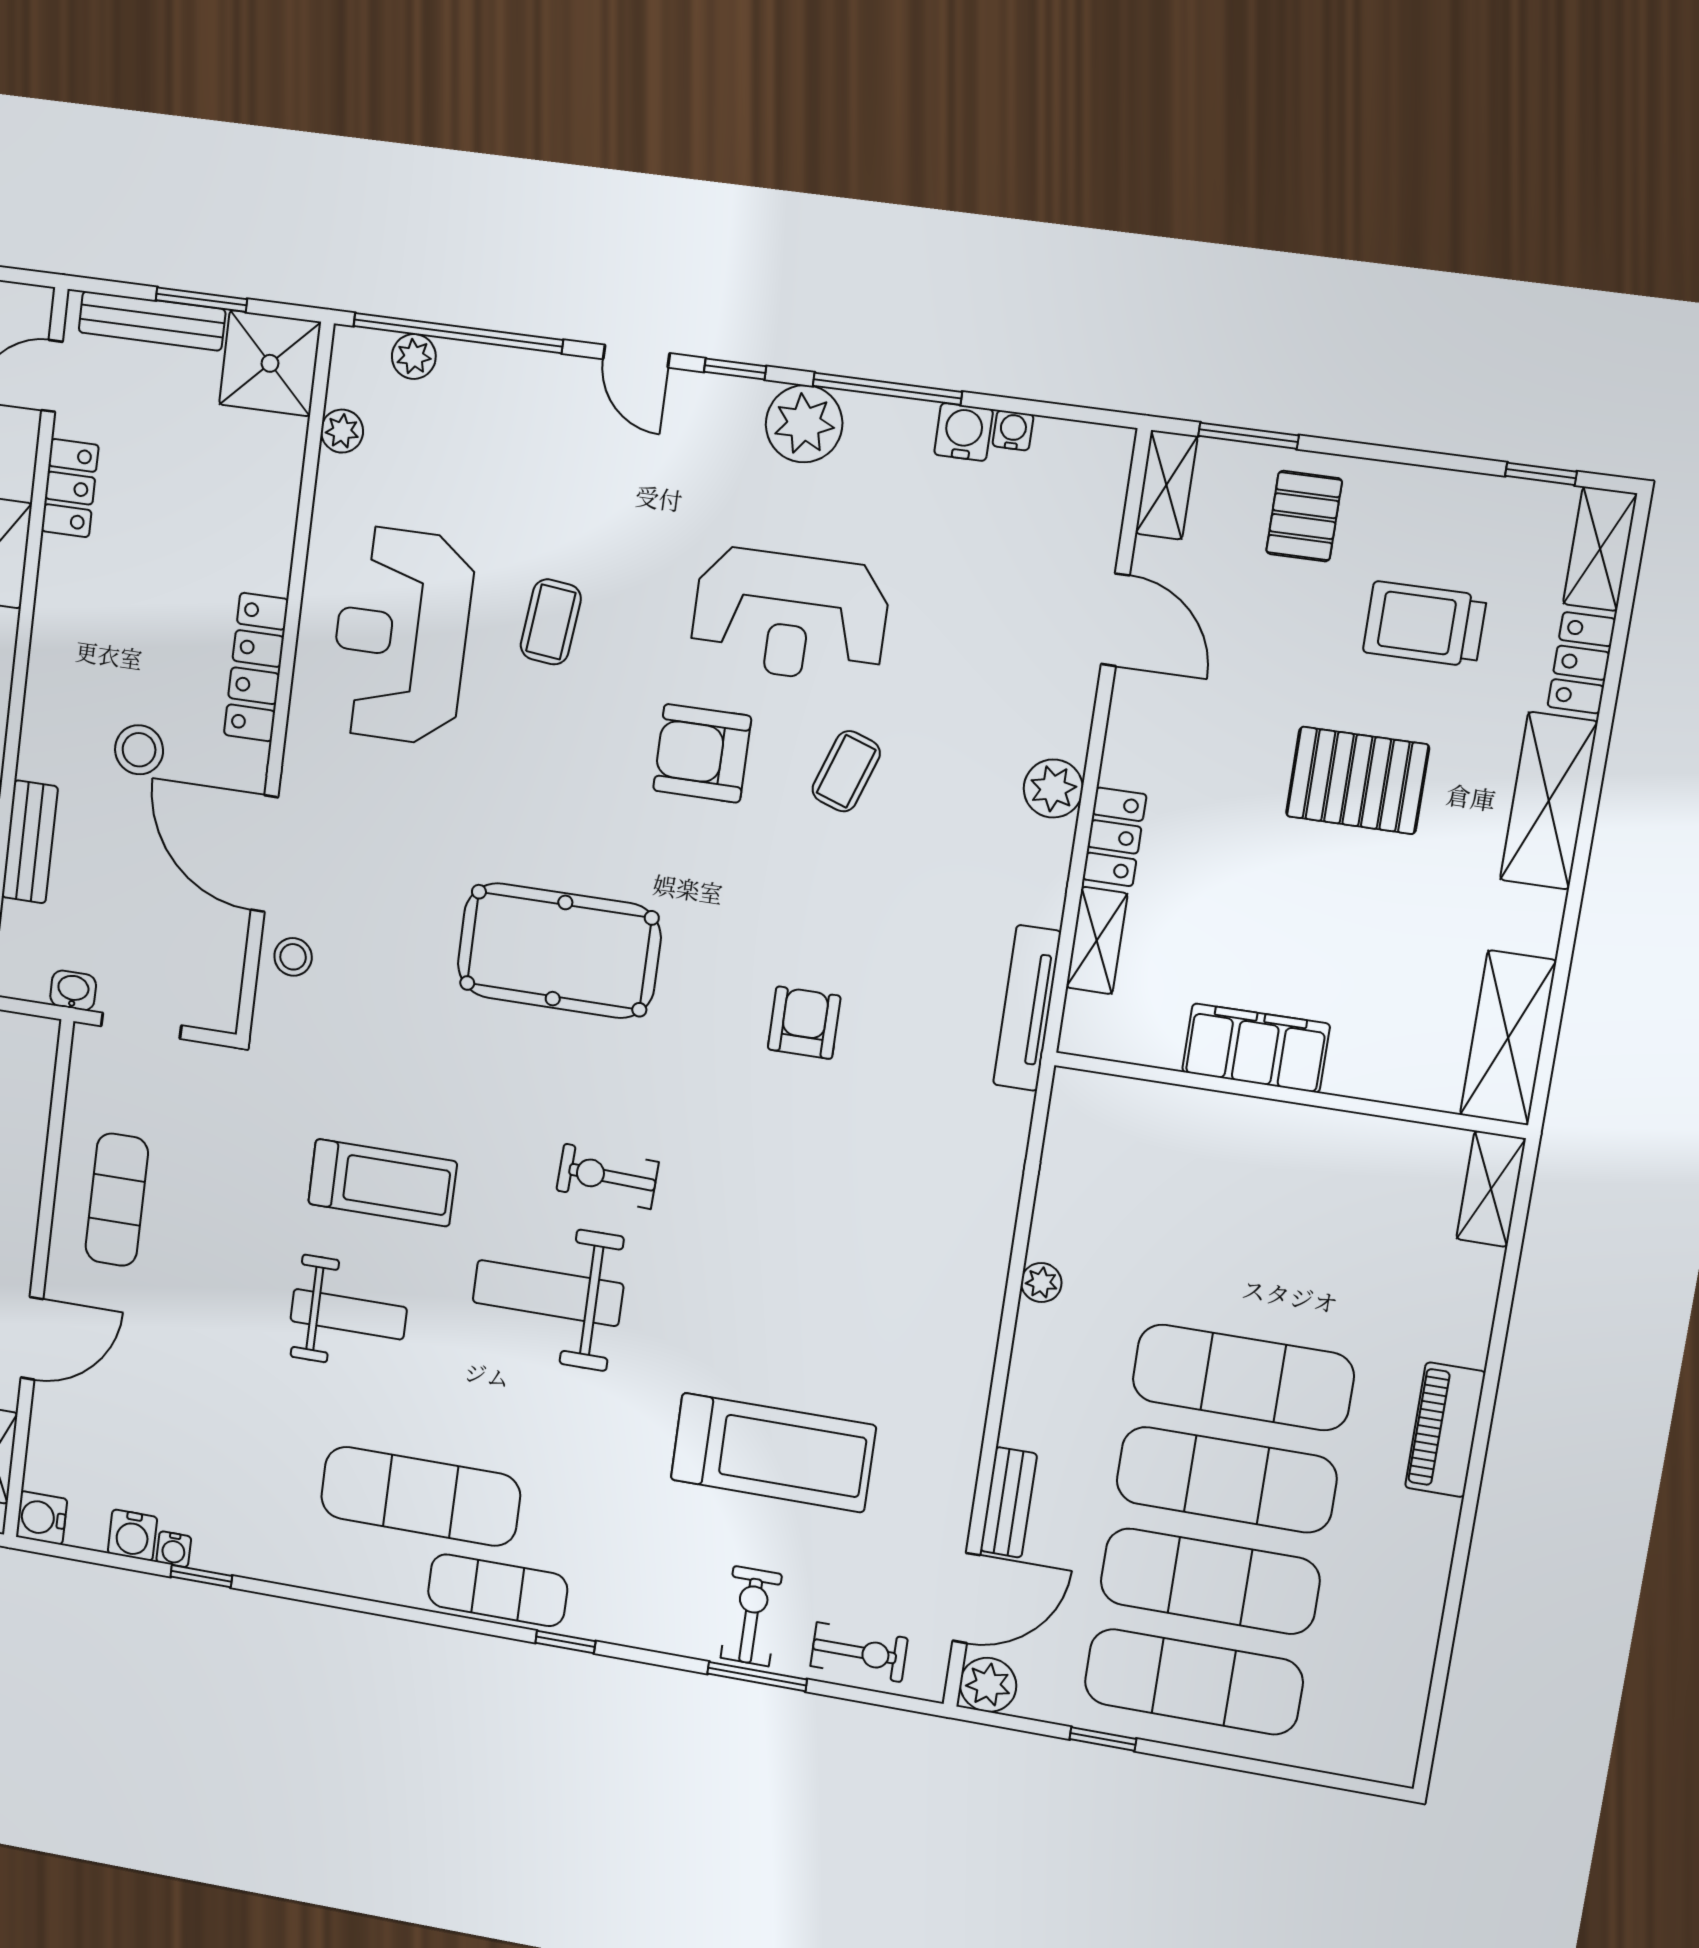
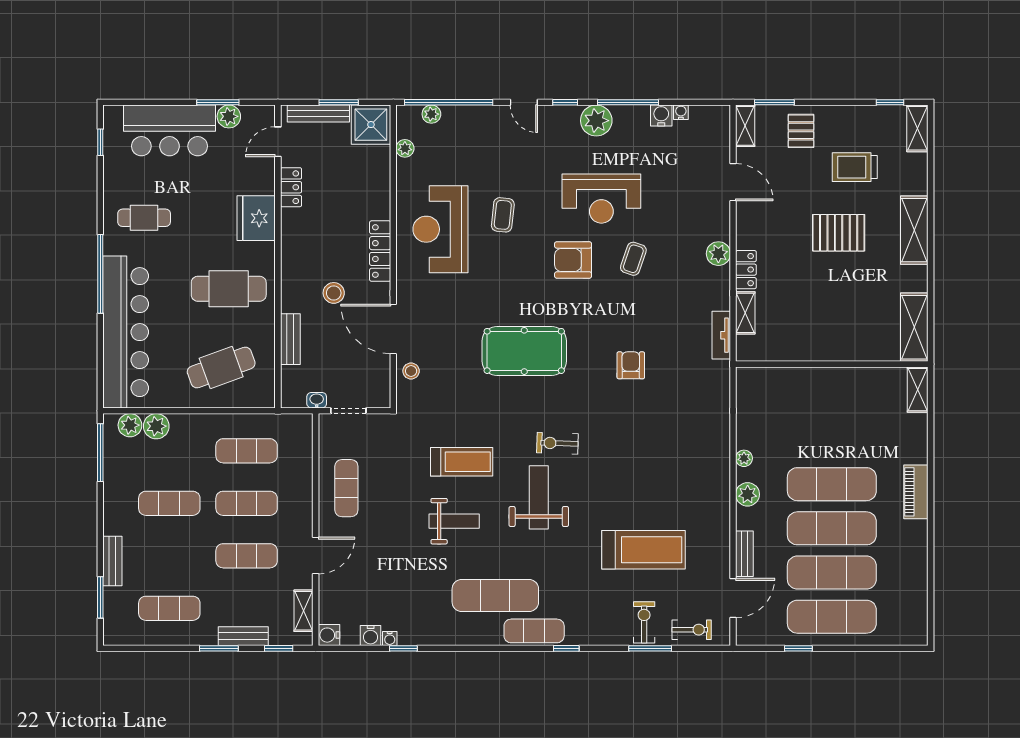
locker: (1581, 663) -> (918, 174), removed
tv unit: (1027, 1008) -> (721, 335), width x0.71
filing cabinet: (1256, 1048) -> (816, 347), removed
weight bench: (548, 1293) -> (539, 497), turned 90
plant: (988, 1685) -> (748, 494), moved

